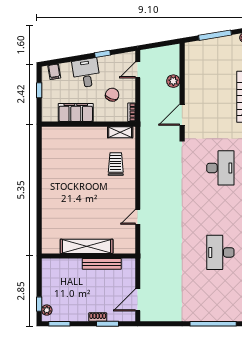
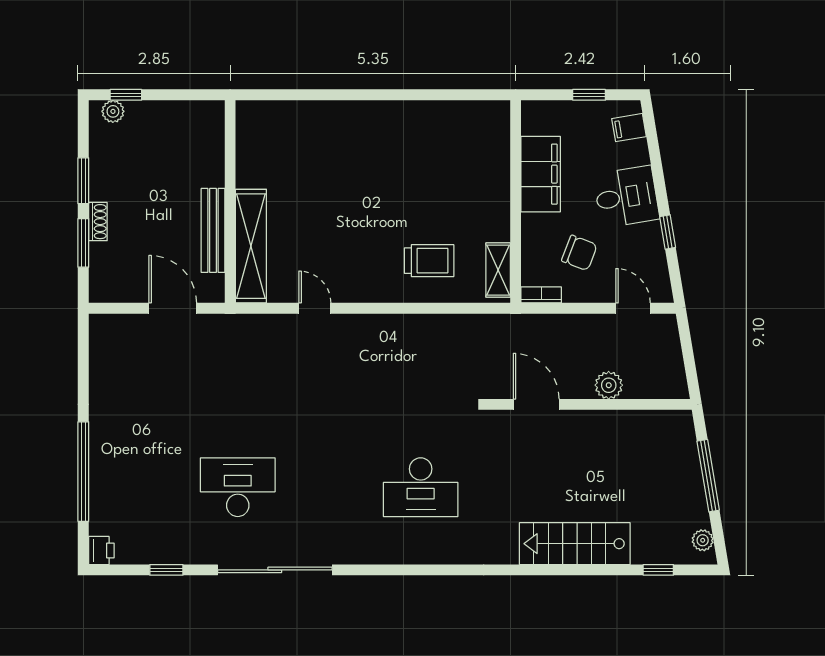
shelving: (87, 246) -> (251, 246), moved
door: (138, 300) -> (173, 308), moved
window: (59, 324) -> (83, 181), moved

